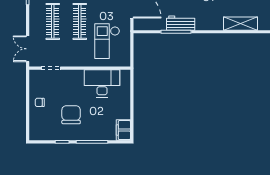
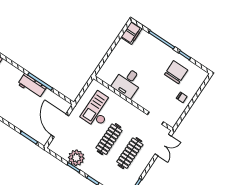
checkout: (107, 41) -> (98, 110), turned 180
desk: (102, 83) -> (128, 82), width x0.73
chair: (71, 115) -> (176, 72), moved, turned 180

